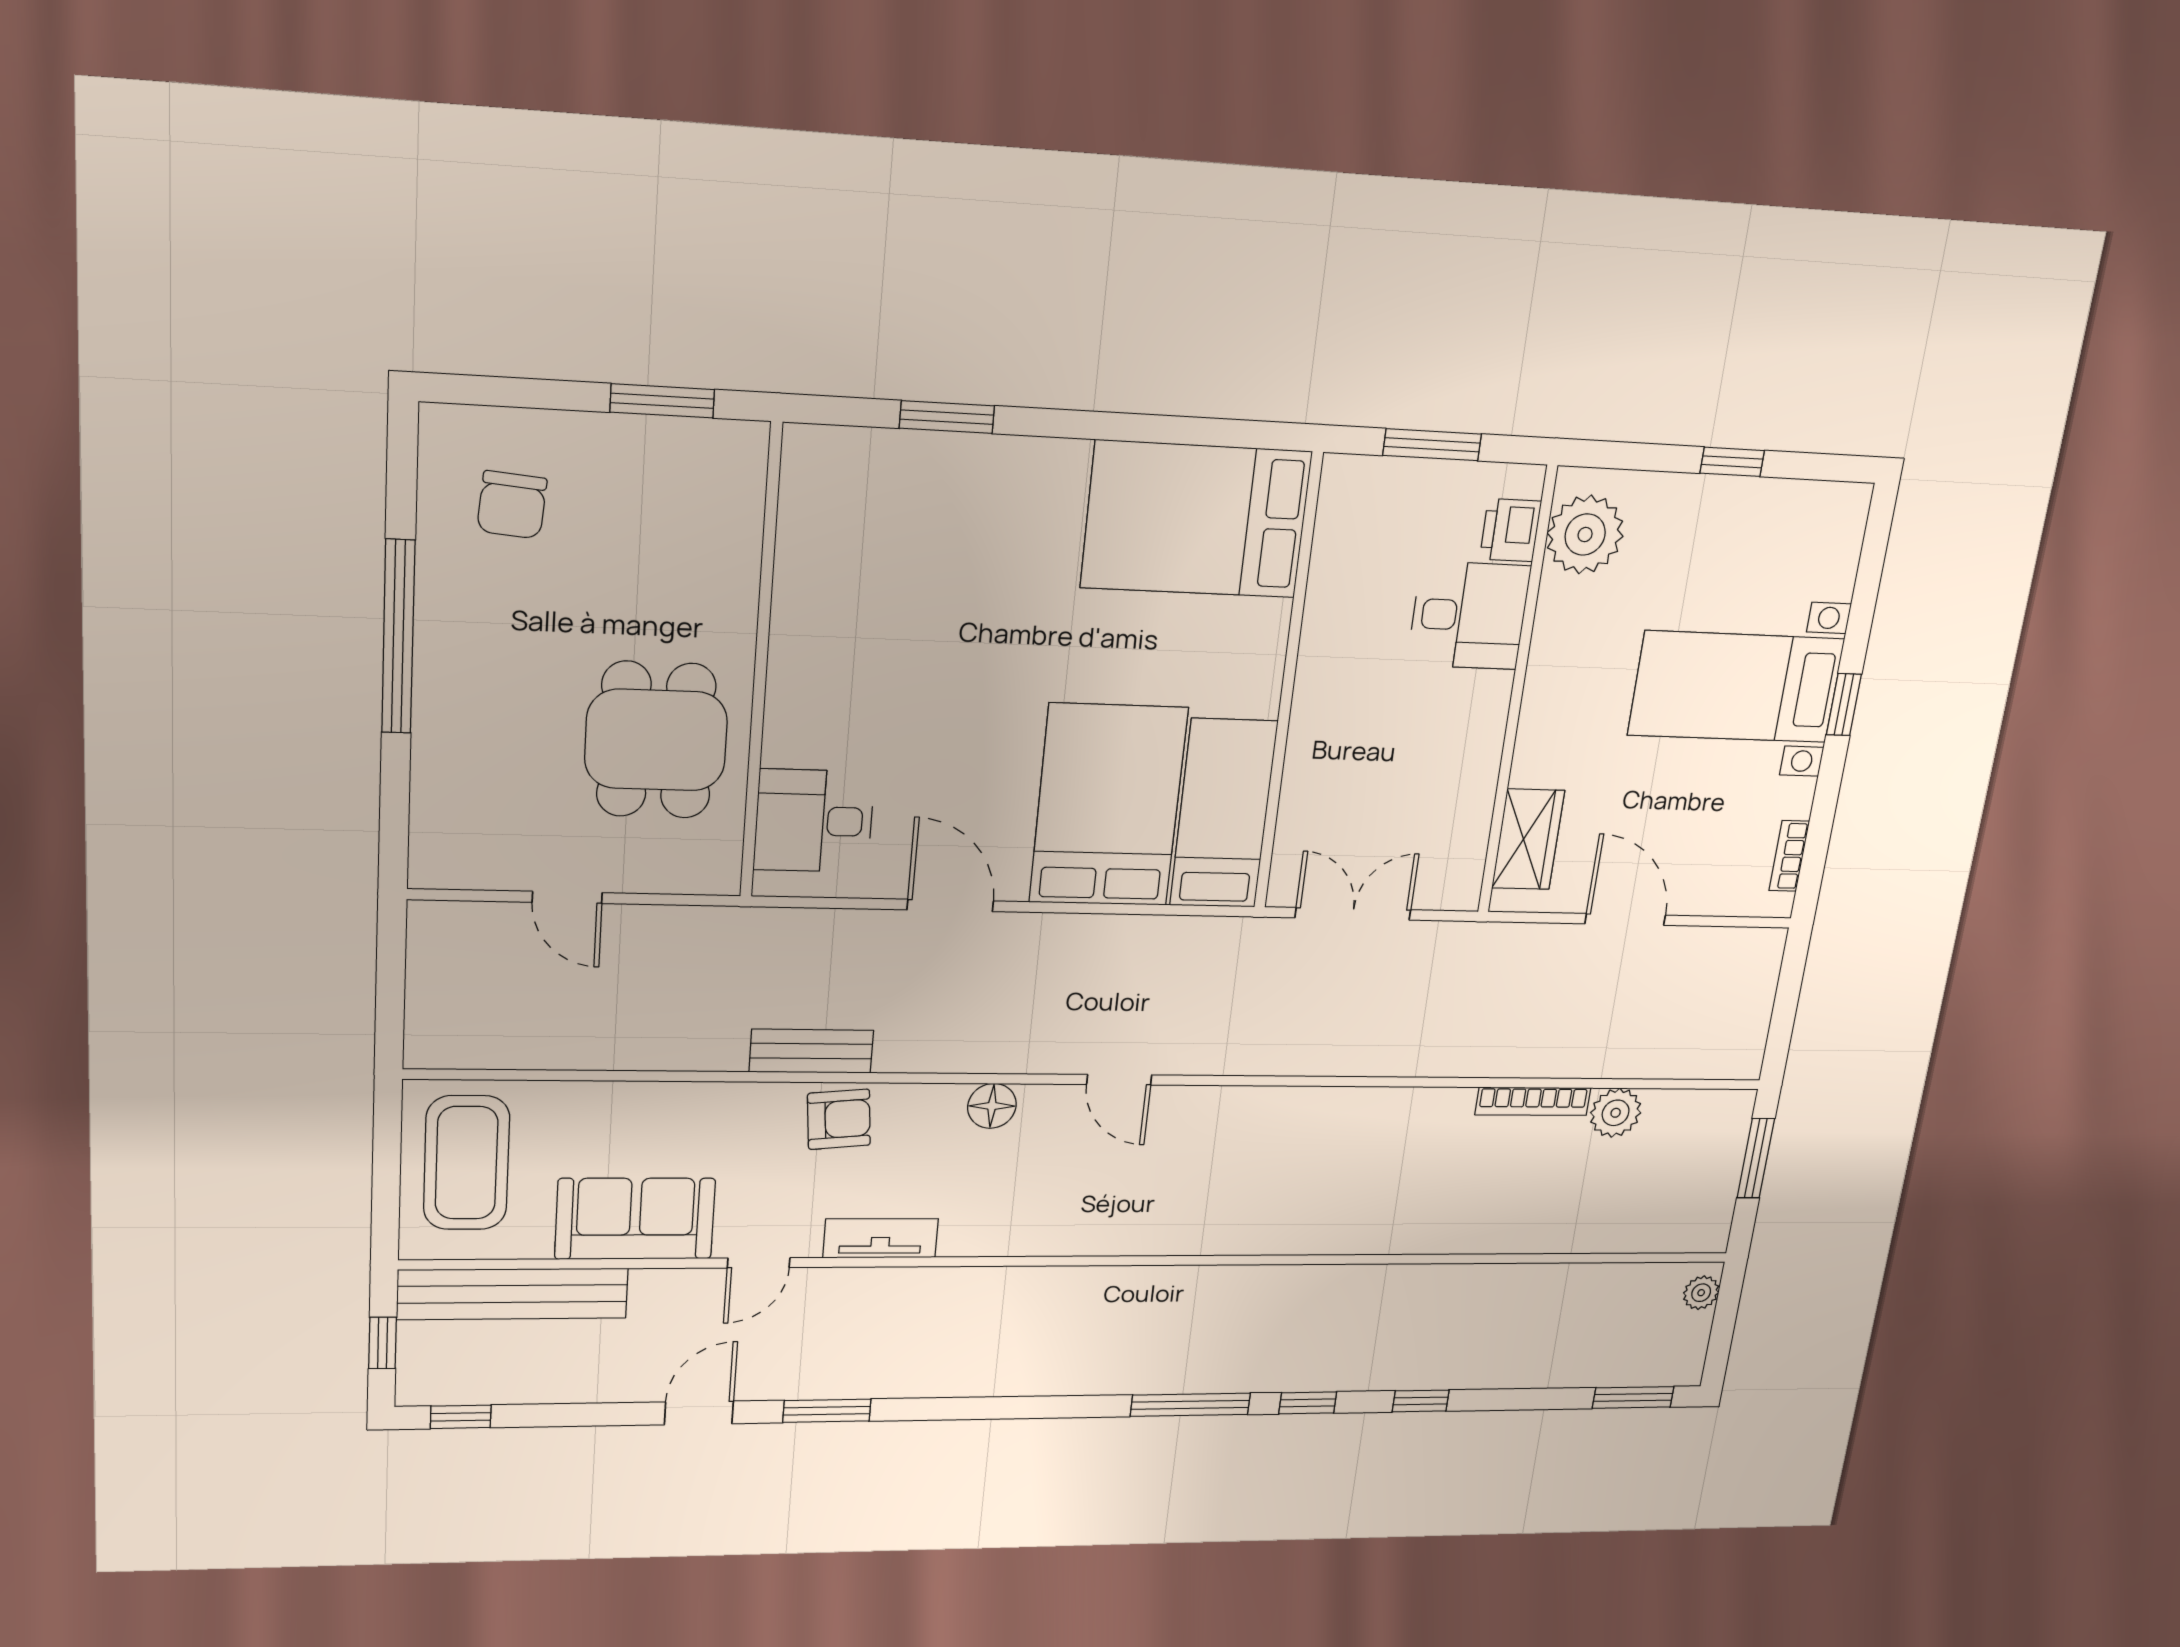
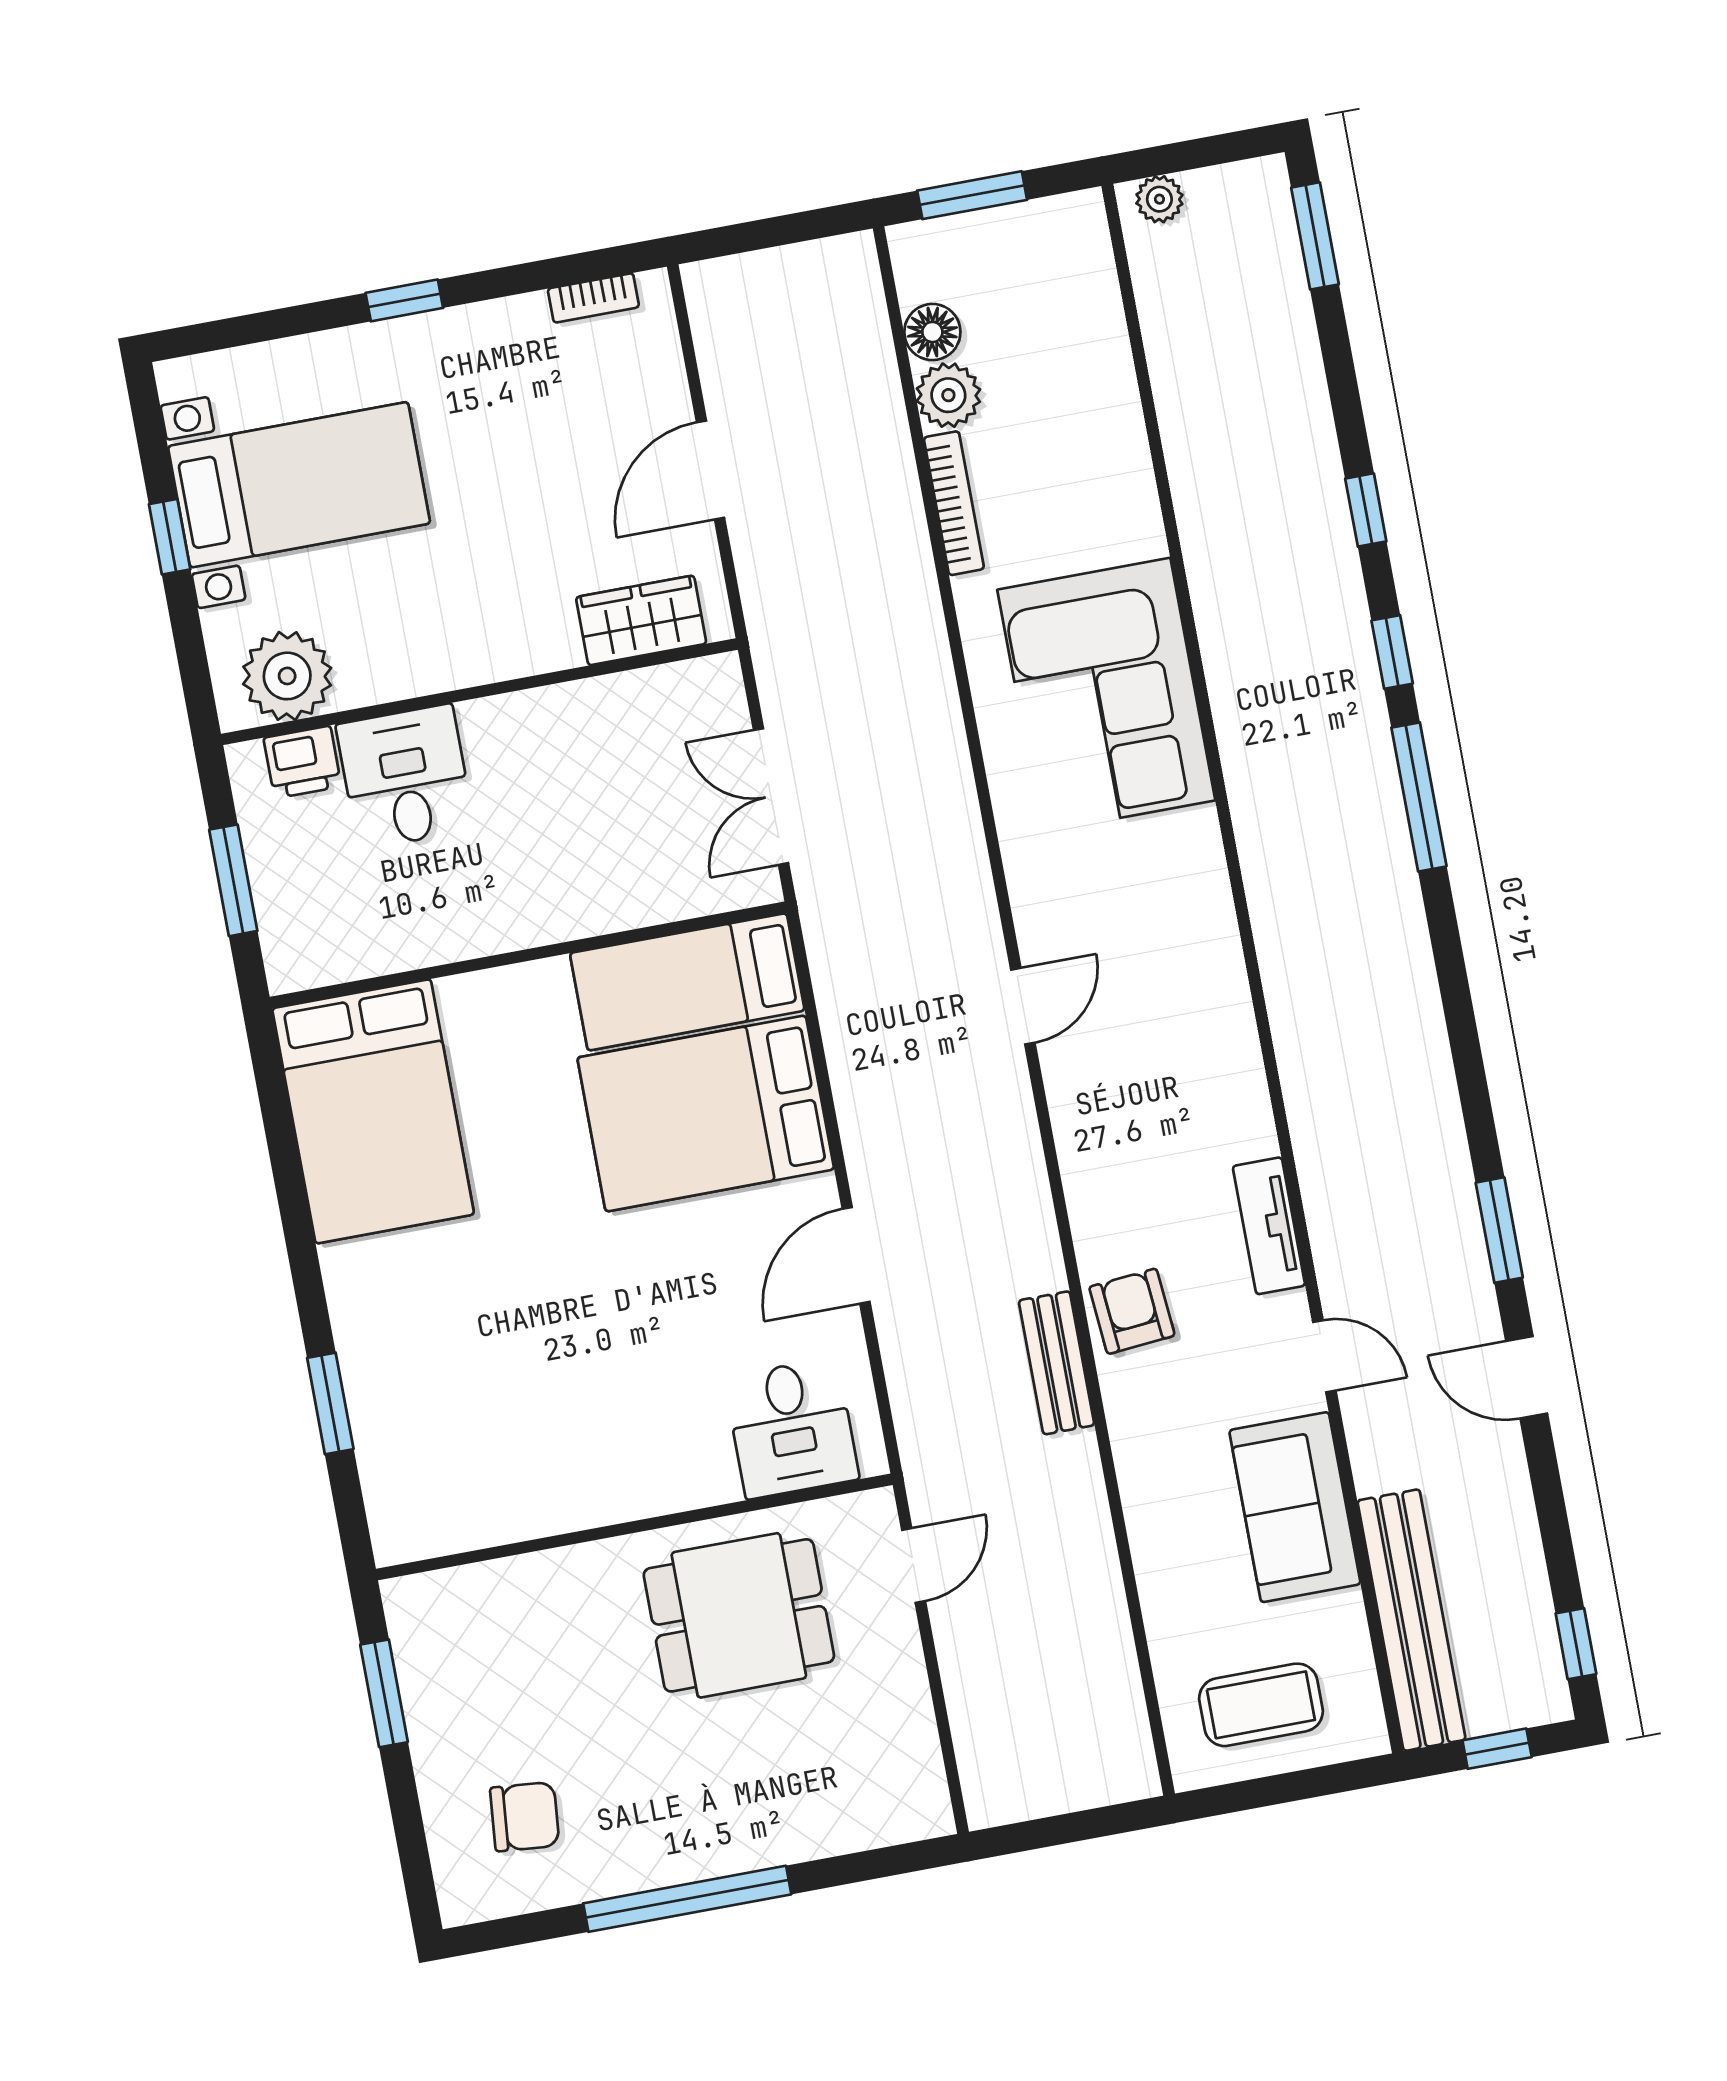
bed with nightstands: (1736, 687) -> (299, 485), moved, turned -90
door: (567, 897) -> (914, 1566), moved
floor lamp: (992, 1106) -> (932, 332), moved
coffee table: (467, 1163) -> (1261, 1705), width x0.73, depth x0.76
corner sofa: (1346, 1189) -> (1106, 695), added

